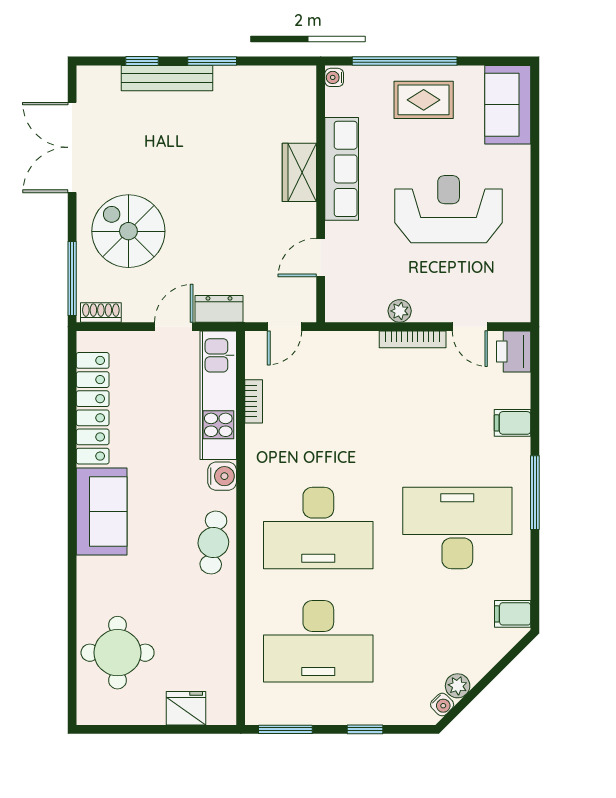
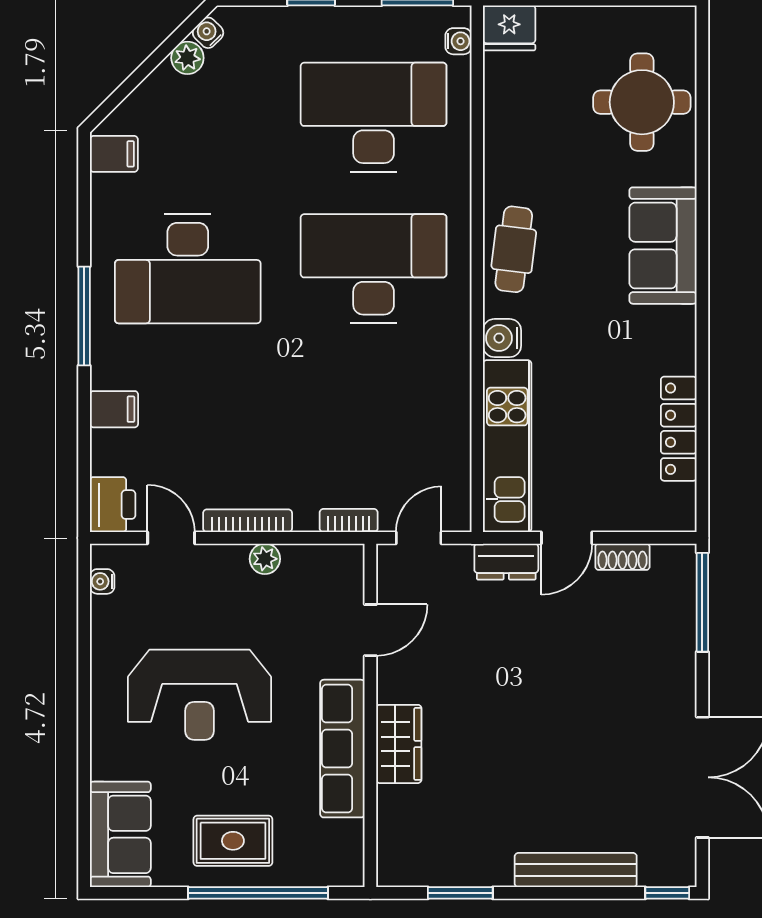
window: (142, 61) -> (667, 893), moved
window: (212, 61) -> (460, 893), moved
water cooler: (334, 77) -> (102, 581), moved, turned 180
spiral stairs: (128, 231) -> (627, 665), removed
shoe rack: (101, 312) -> (622, 557), moved
bookcase: (254, 401) -> (349, 521), moved, turned 90
locker: (93, 408) -> (679, 429), width x0.71, depth x0.83
sofa: (102, 511) -> (663, 246), moved
water cooler: (255, 698) -> (458, 41), added
fridge: (186, 708) -> (509, 28), moved

